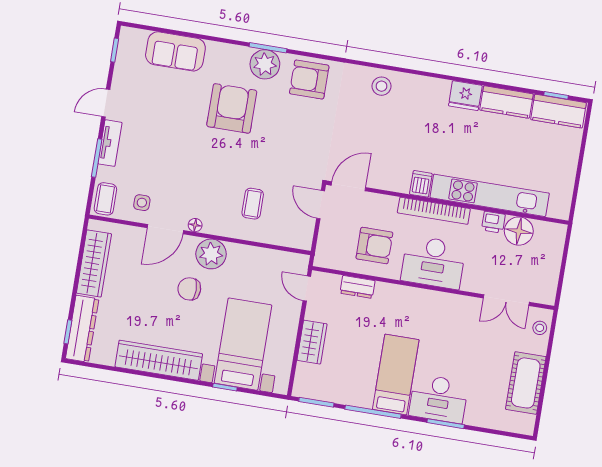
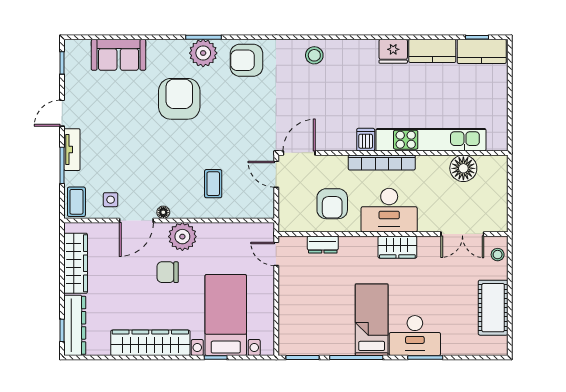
printer: (493, 222) -> (439, 164), removed
armchair: (374, 246) -> (332, 204), turned 90
wardrobe: (312, 342) -> (397, 247), moved, turned 90

